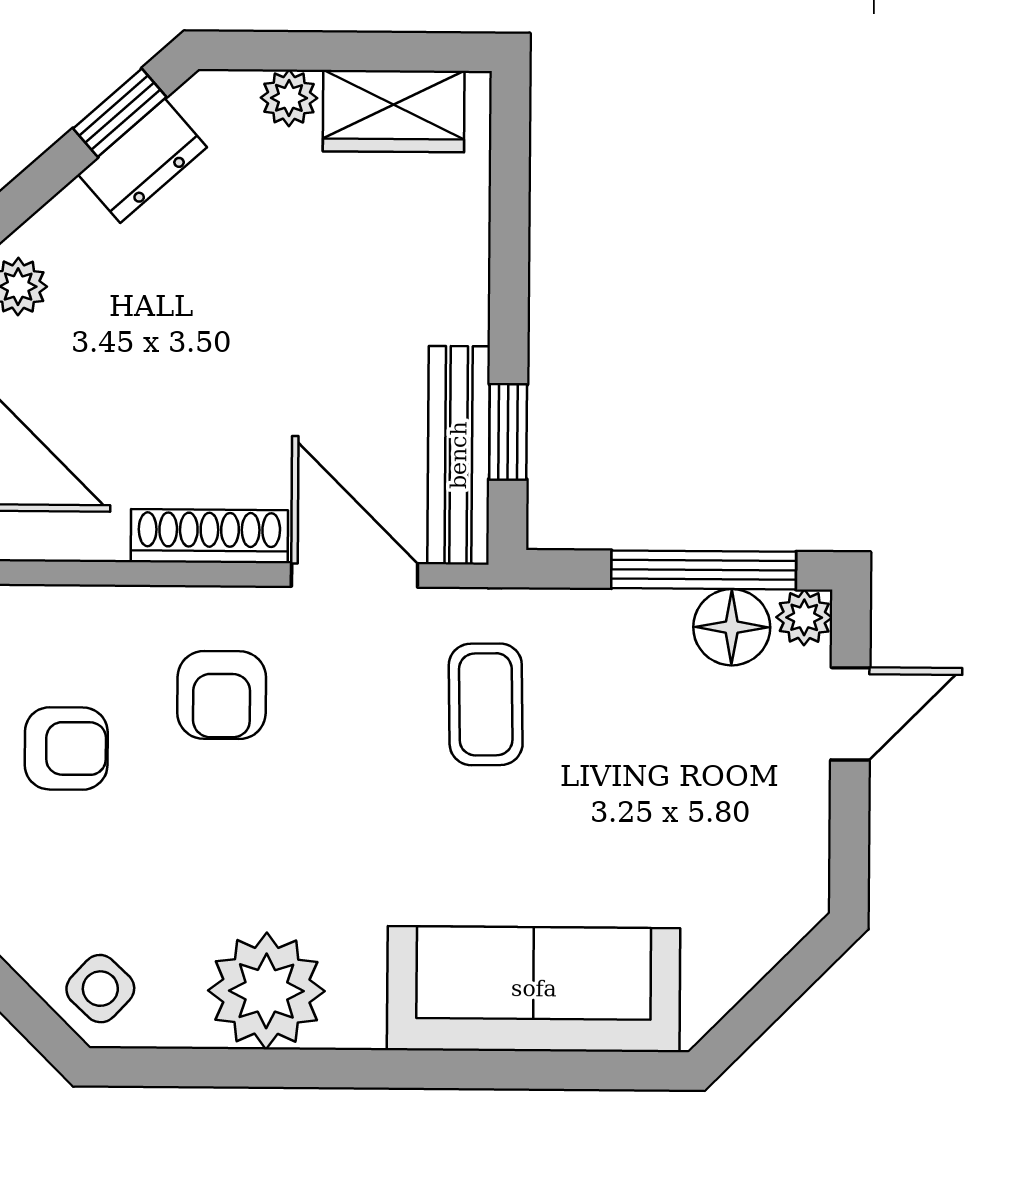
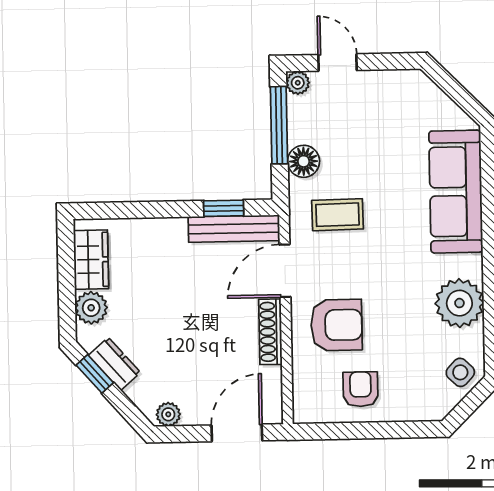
plant: (289, 98) -> (91, 308), width x1.38, depth x1.38
floor lamp: (732, 627) -> (304, 161), moved
armchair: (222, 695) -> (336, 325), width x1.38, depth x1.38

